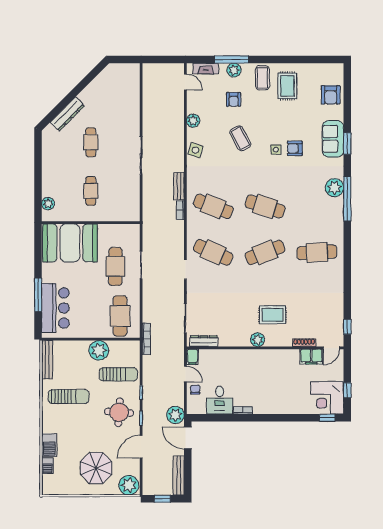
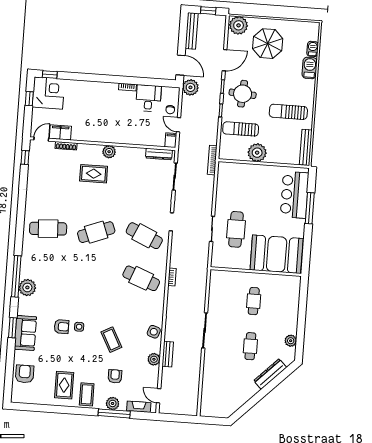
bench: (179, 186) -> (168, 354), moved
plant: (48, 204) -> (291, 341), moved
cafe table: (265, 206) -> (93, 275), removed
cafe table: (120, 316) -> (235, 183), removed

